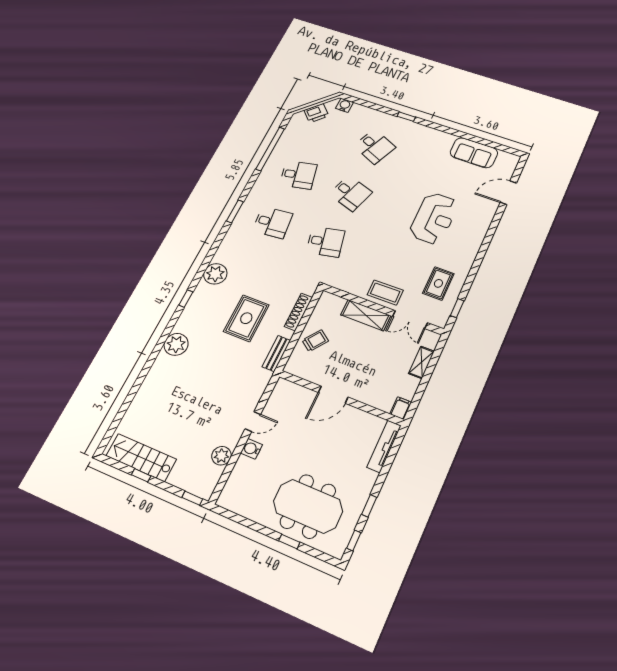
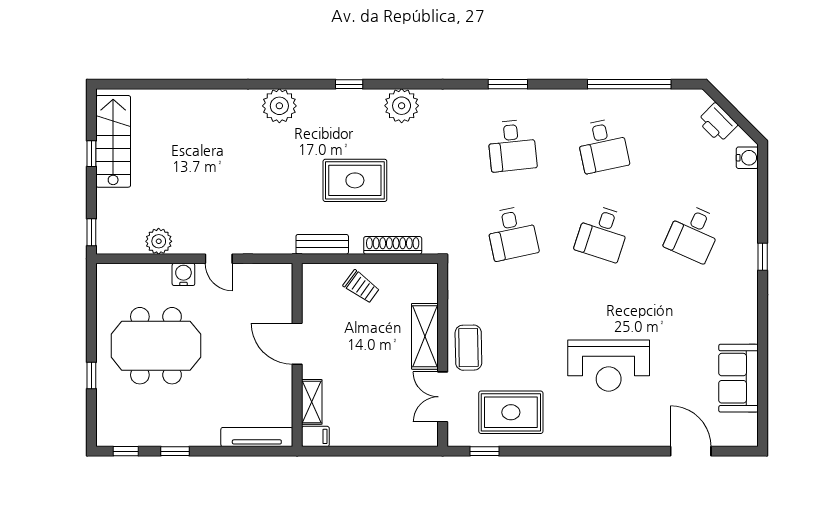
rug: (438, 283) -> (511, 412), width x1.36, depth x1.43
shelving: (421, 362) -> (312, 402), moved, turned 90
meeting table: (308, 506) -> (156, 346), moved, turned 90

